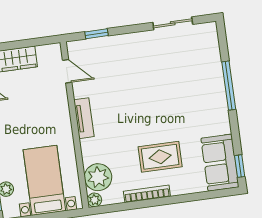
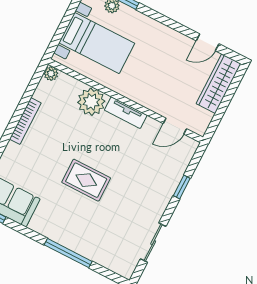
window: (97, 34) -> (182, 187), moved
rug: (160, 157) -> (86, 180), moved, turned 90
plant: (98, 177) -> (91, 102), moved

